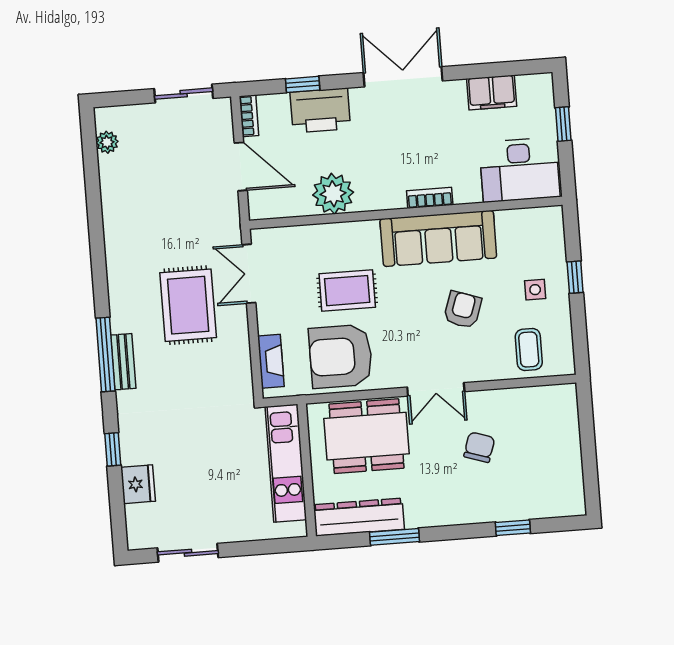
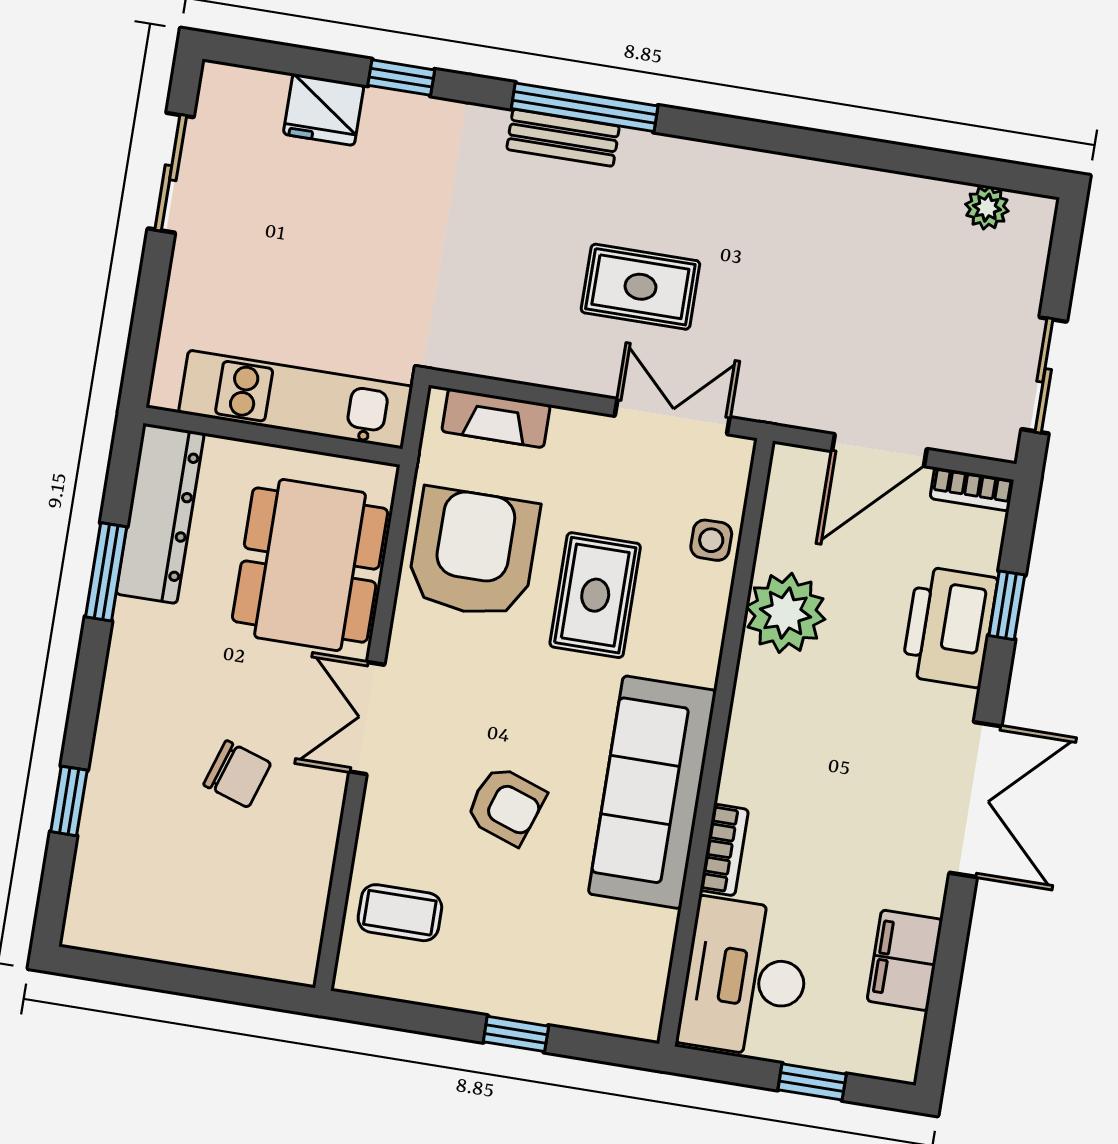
bookcase: (430, 198) -> (724, 850), moved
side table: (535, 290) -> (711, 540), moved
rug: (188, 305) -> (640, 287), width x0.73, depth x0.70

